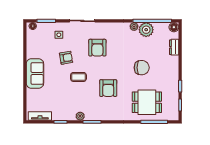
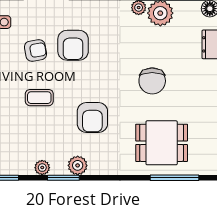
armchair: (66, 58) -> (35, 50), moved
chair: (142, 68) -> (152, 81), turned 90
plant: (100, 115) -> (78, 165), added

